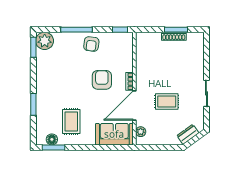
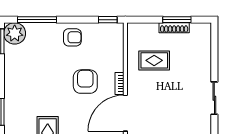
window: (77, 30) -> (37, 20), moved
armchair: (91, 44) -> (72, 37), turned -97
rug: (167, 101) -> (154, 60), moved

